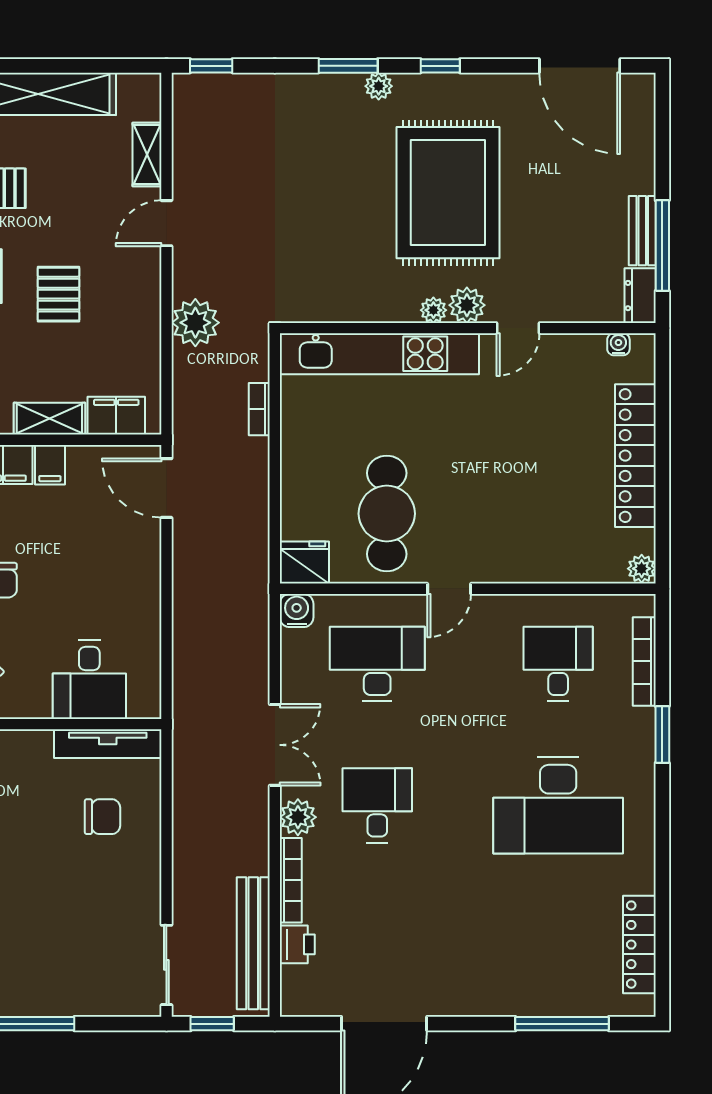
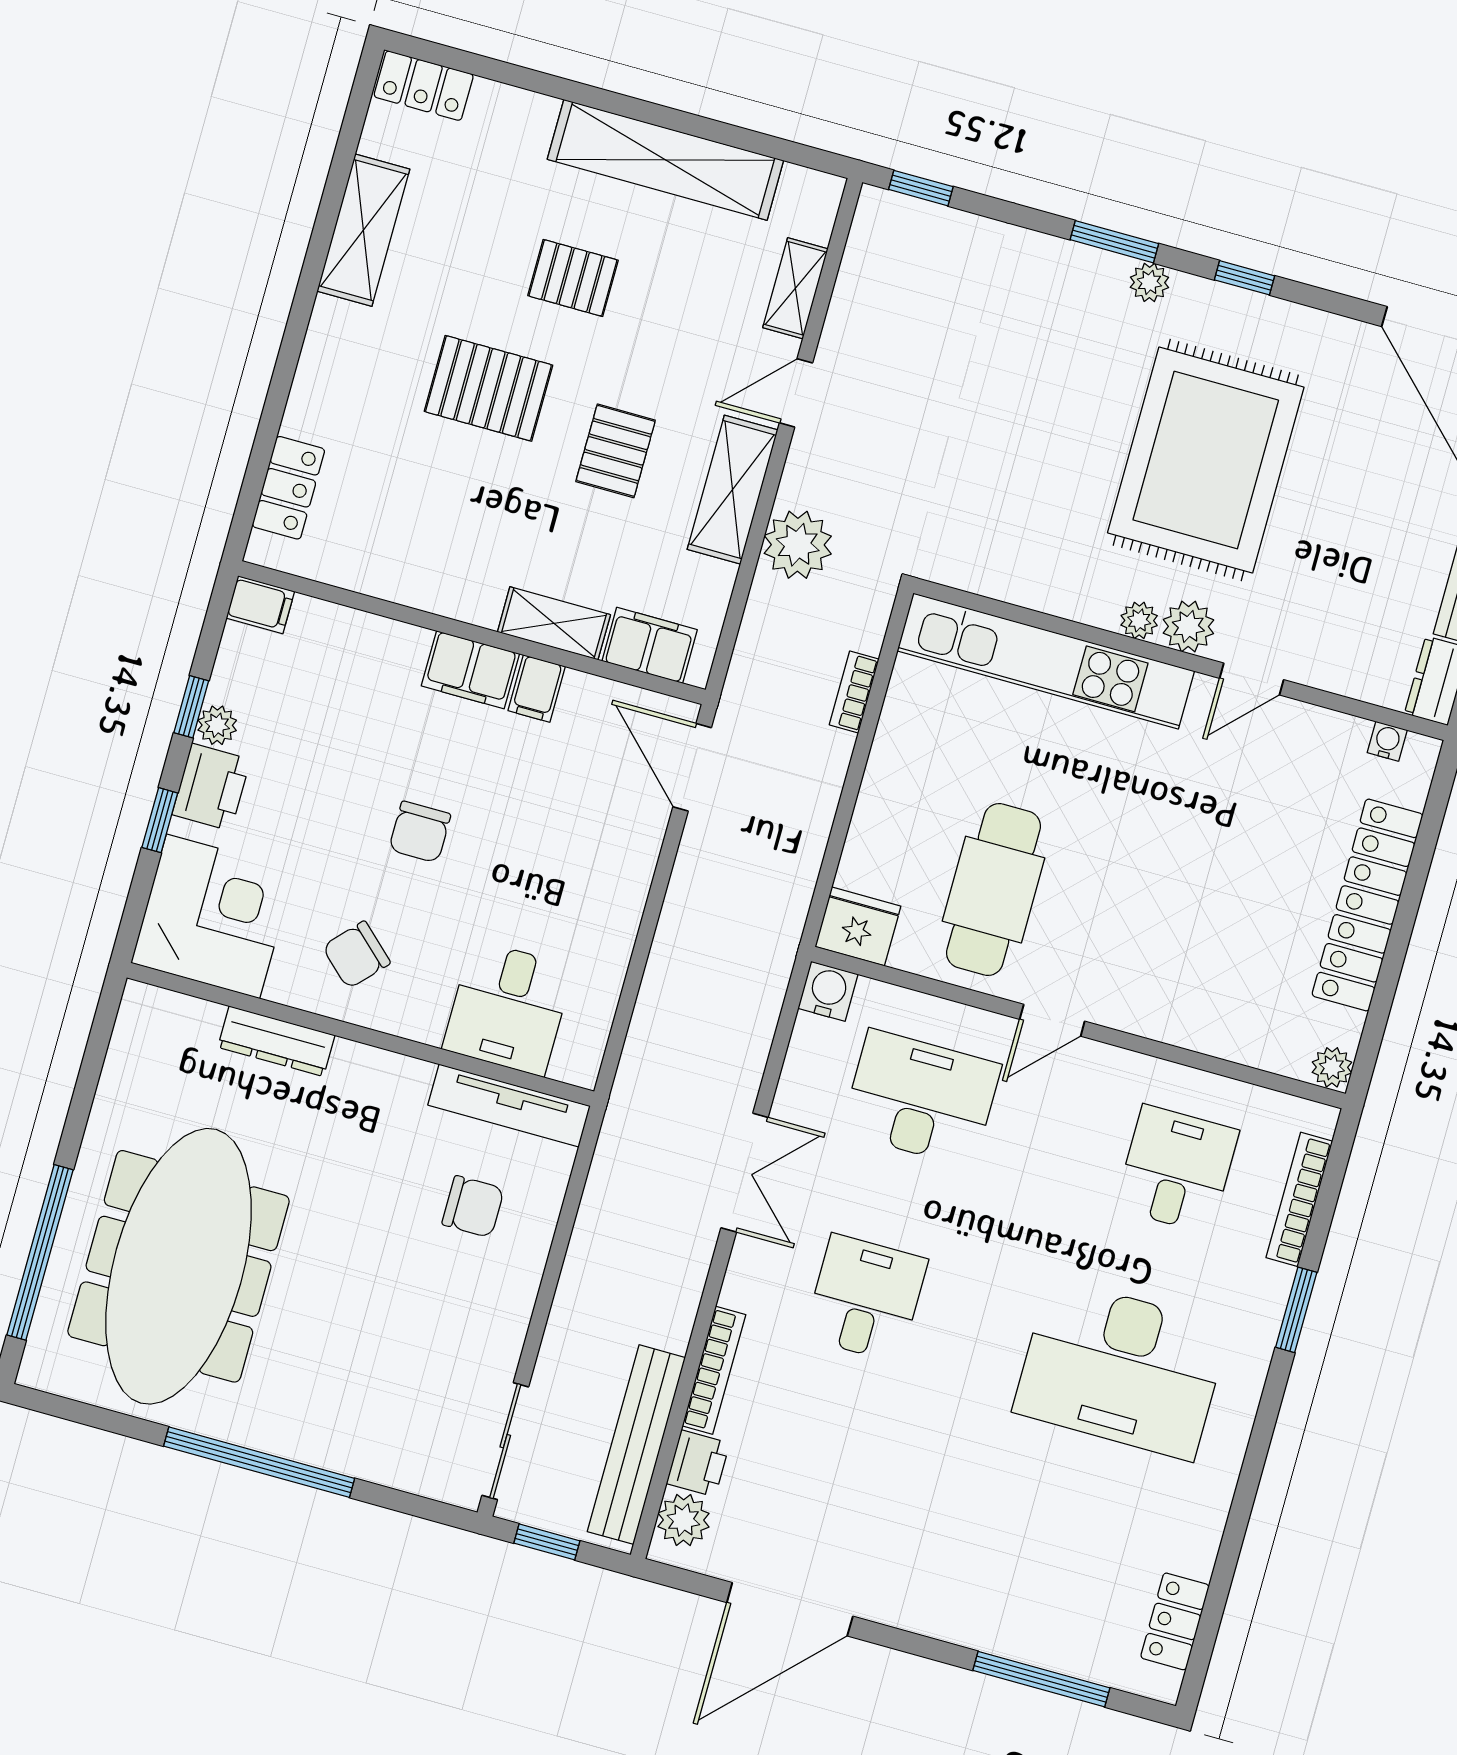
shelving: (142, 298) -> (733, 490), added
plant: (298, 817) -> (683, 1520), moved
locker: (639, 945) -> (1175, 1621), width x0.66

